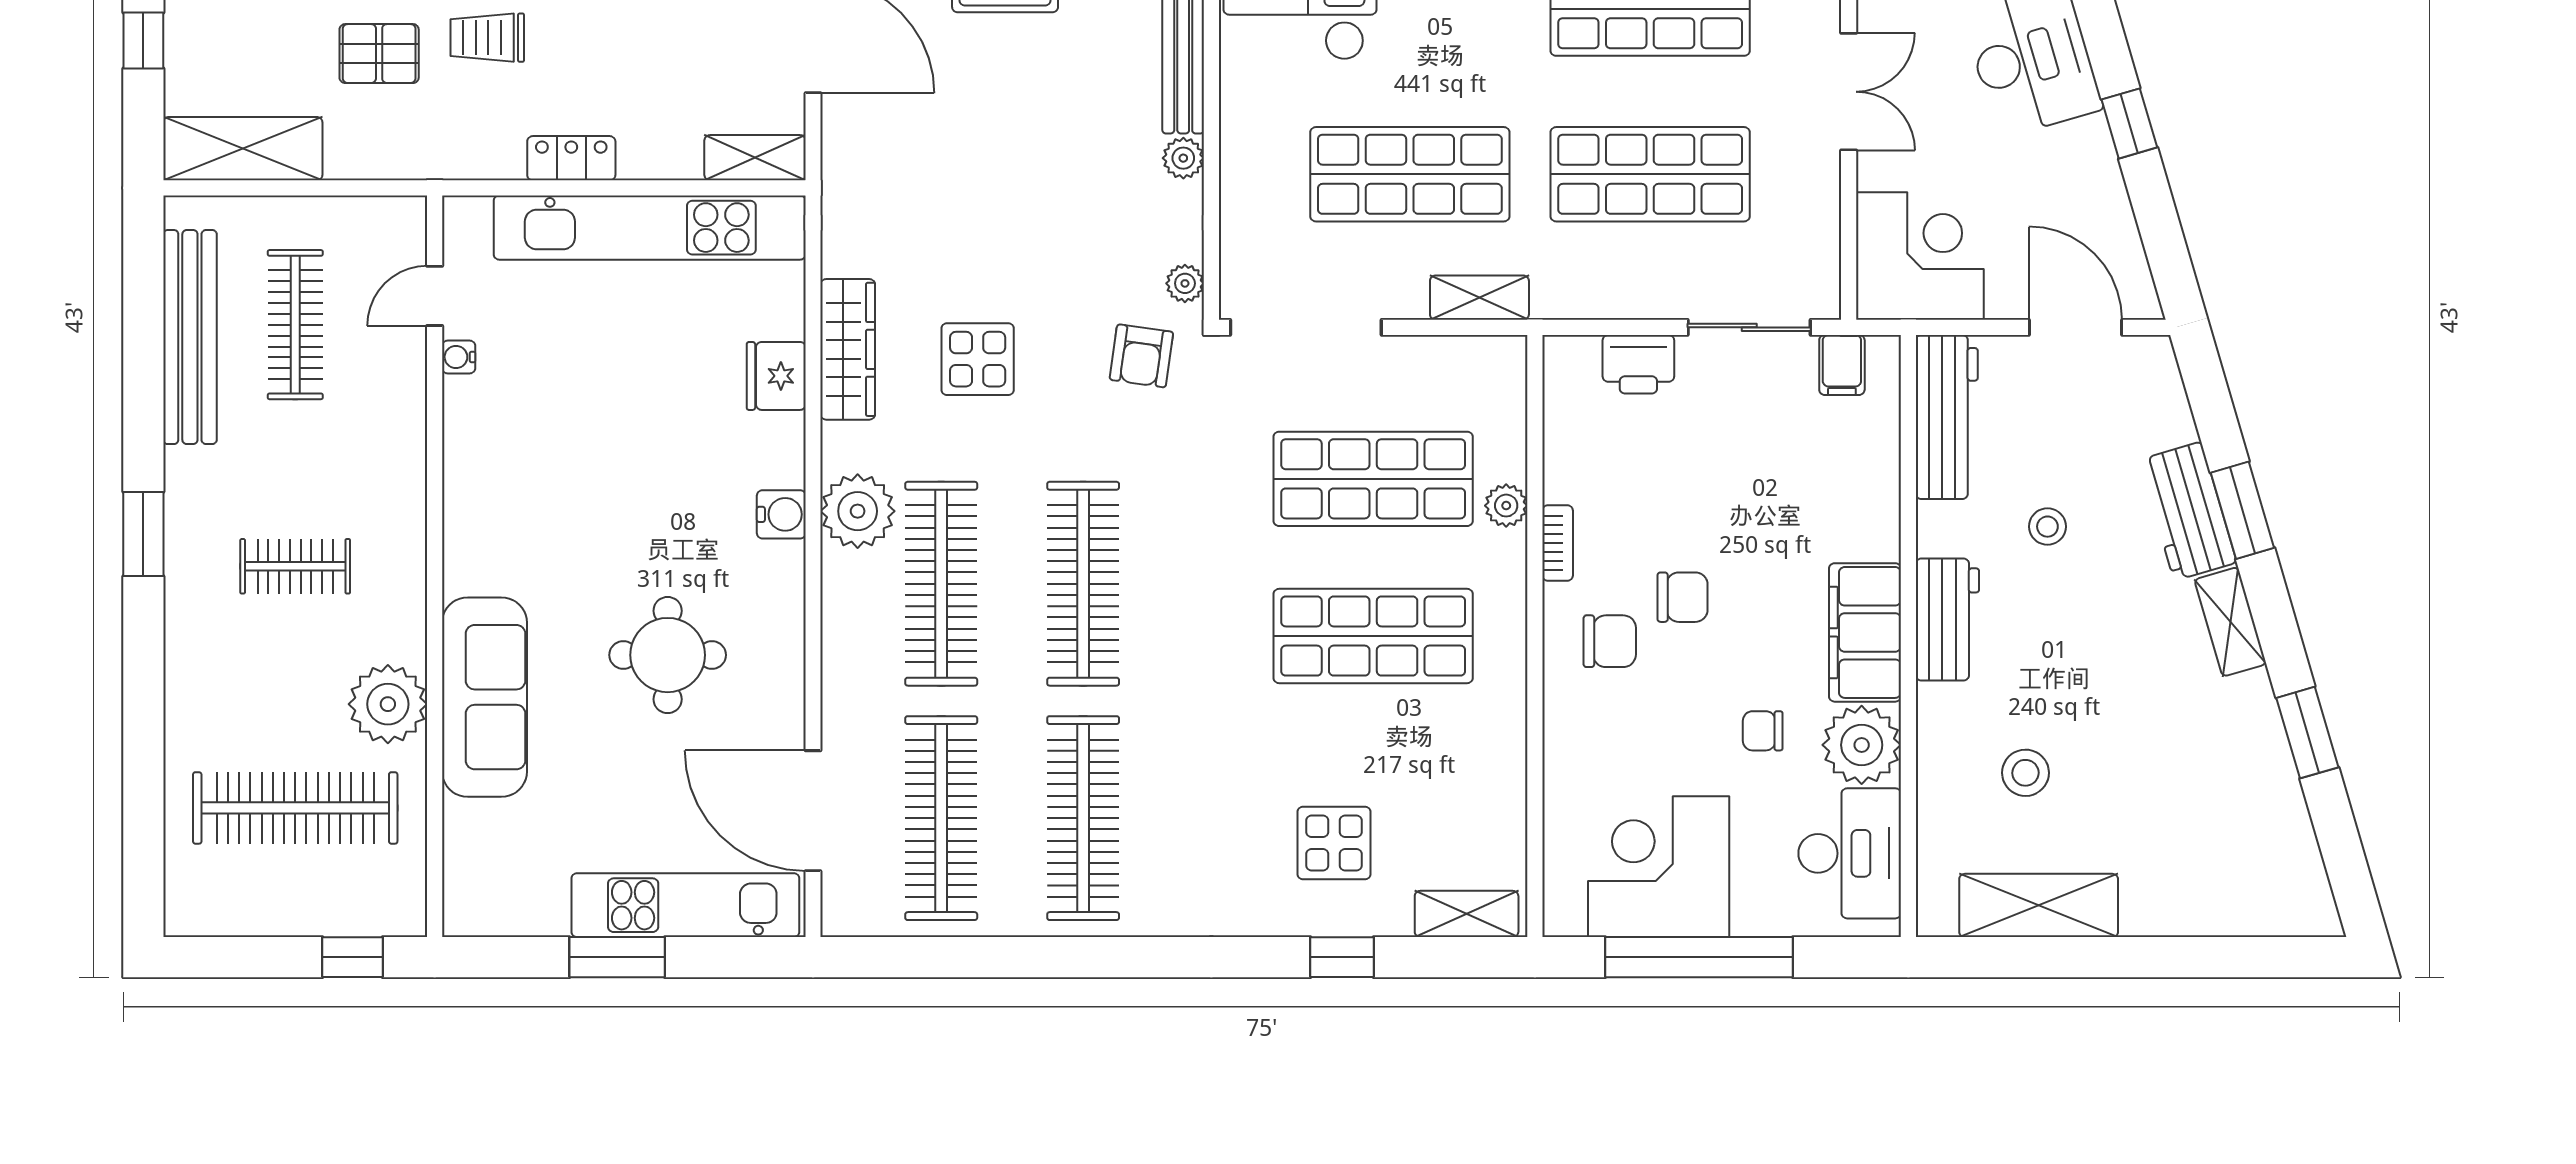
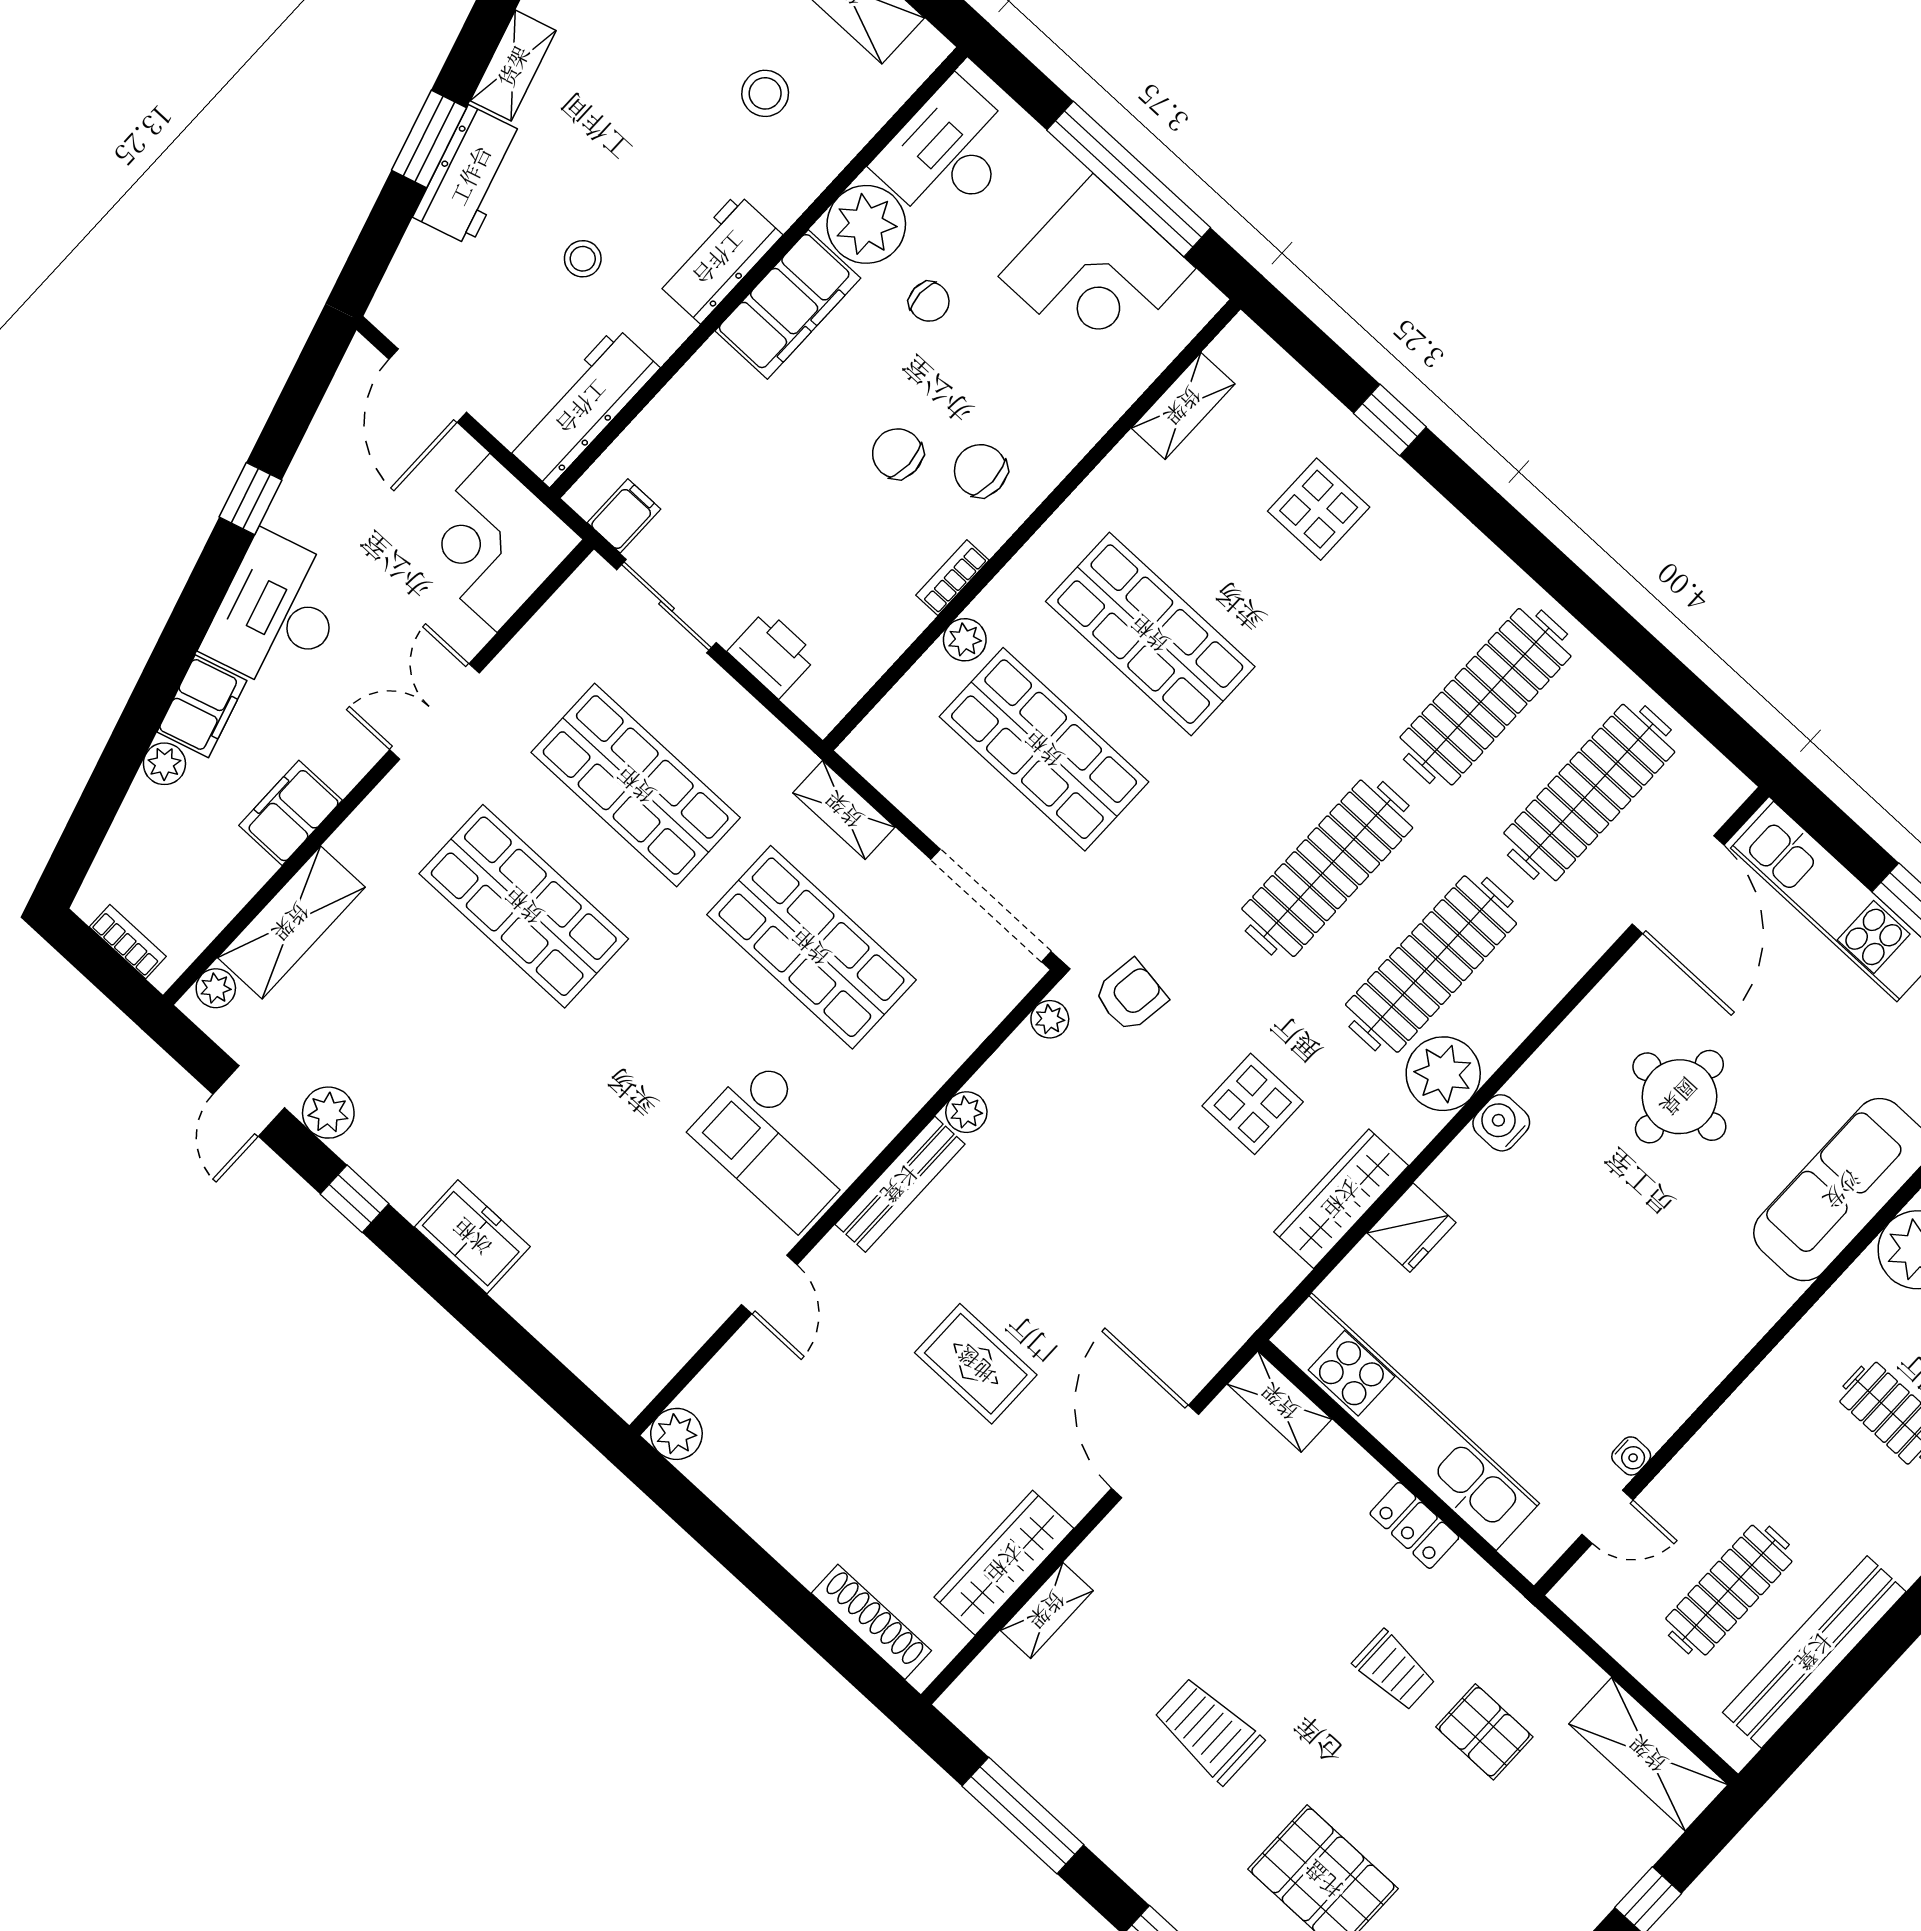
shelving: (1467, 914) -> (1183, 406), moved, turned 90

